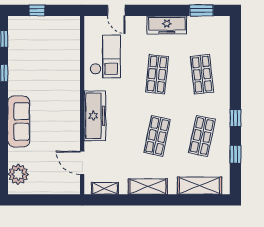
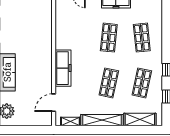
checkout: (105, 56) -> (71, 25), removed
door: (82, 163) -> (54, 103), hinge flipped
shelving: (148, 187) -> (102, 120), width x1.47

